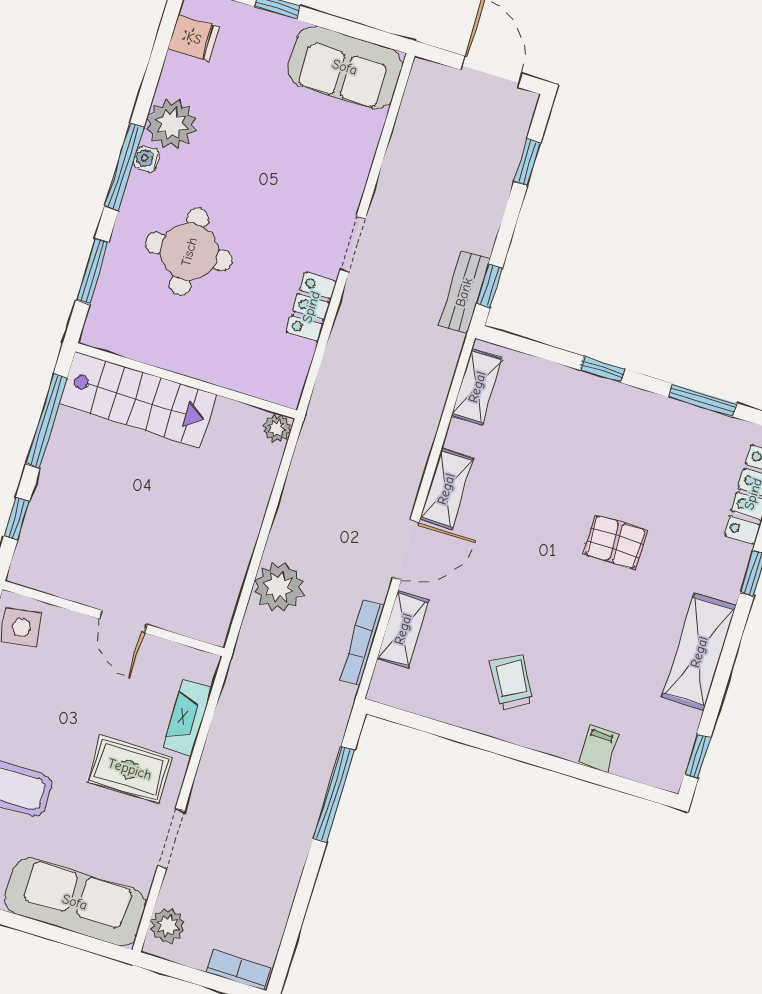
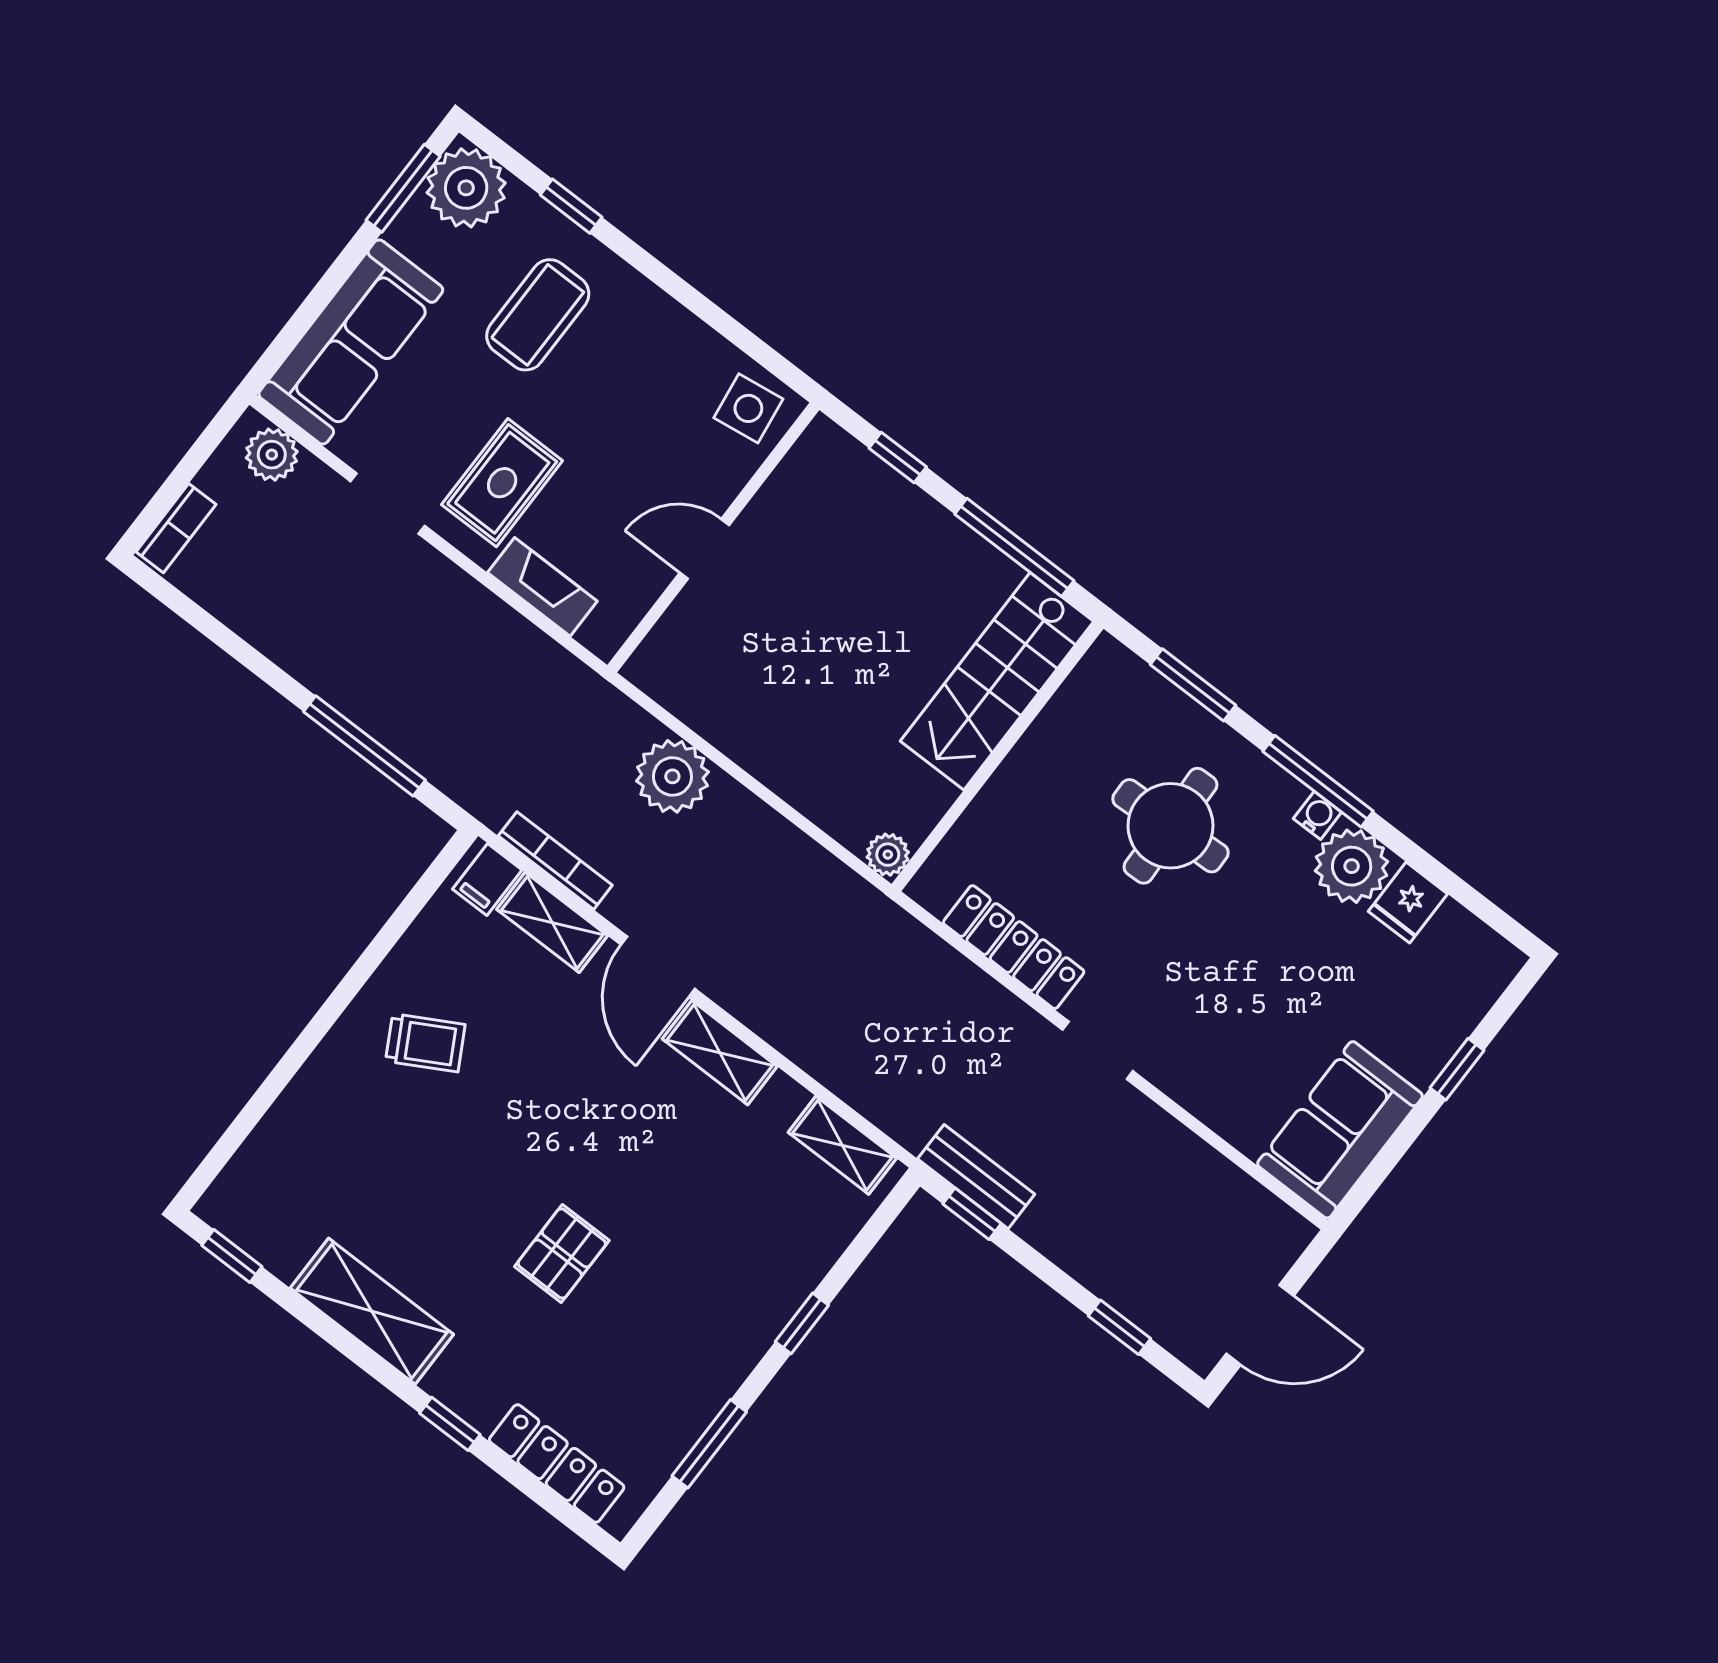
fridge: (194, 38) -> (1408, 903), moved
locker: (311, 307) -> (1014, 947), width x1.53
filing cabinet: (598, 749) -> (487, 879), moved, turned 90

